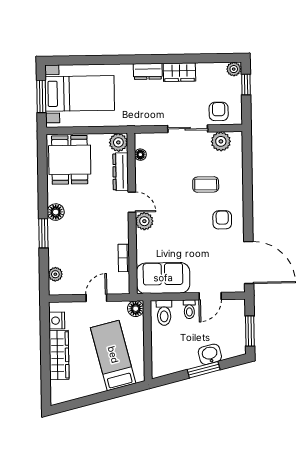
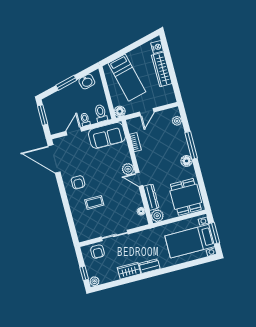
plant: (221, 141) -> (91, 233), removed
window: (43, 233) -> (191, 145), width x1.44
nightstand: (57, 321) -> (157, 47), moved
washbasin: (210, 354) -> (87, 82), moved

